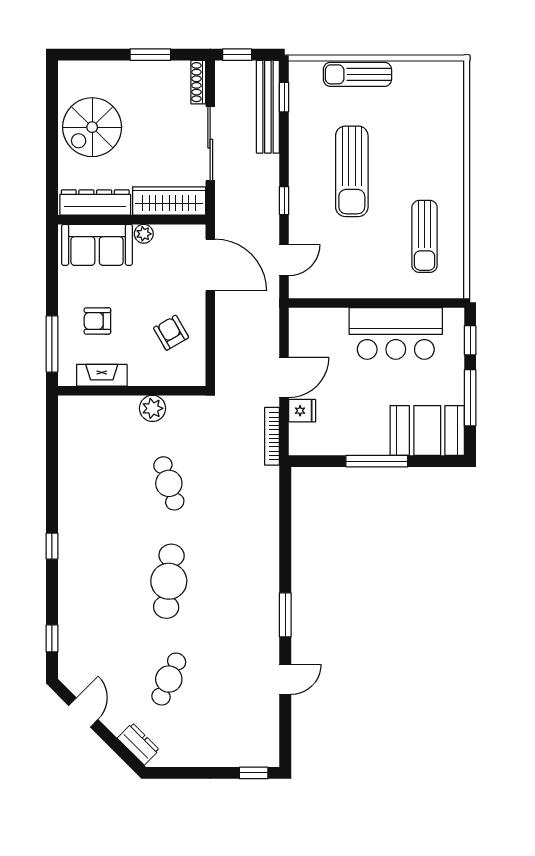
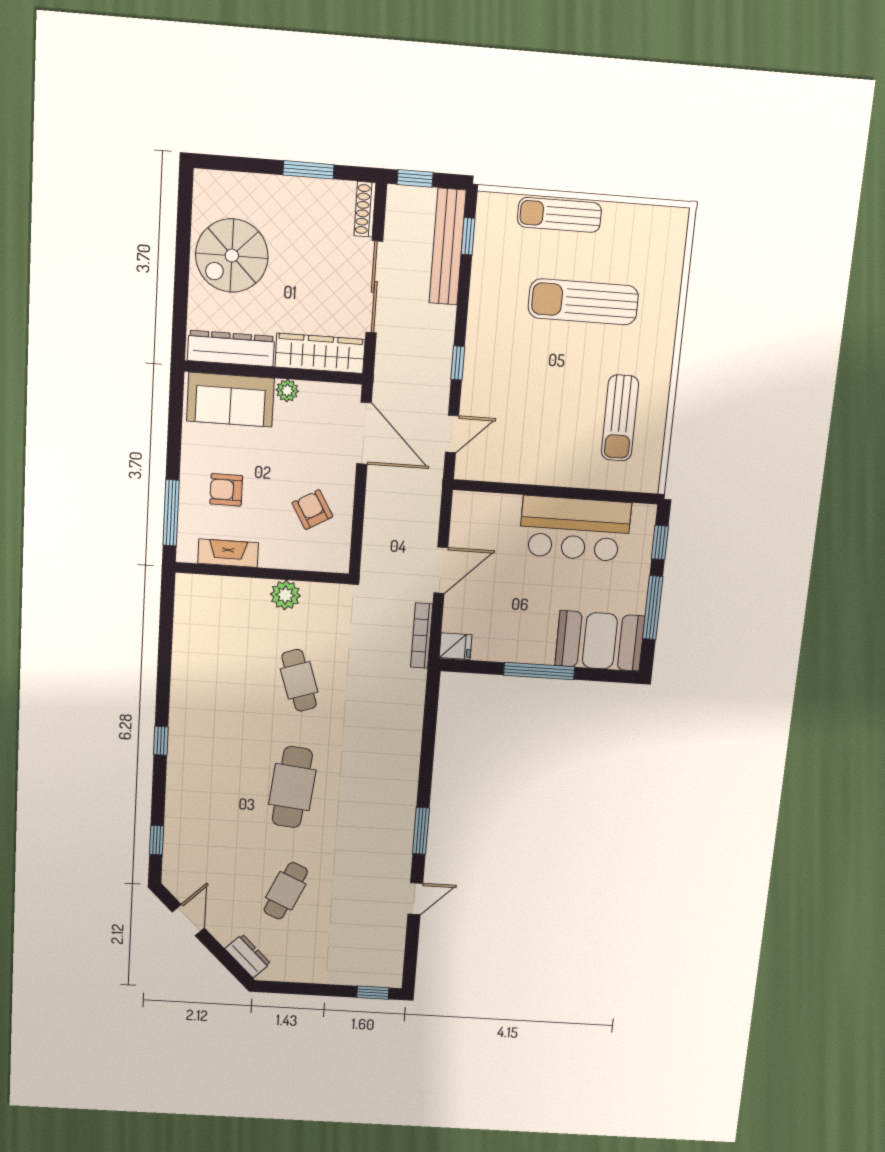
sun lounger: (352, 171) -> (583, 302), moved, turned 90
fridge: (302, 411) -> (456, 646), moved

